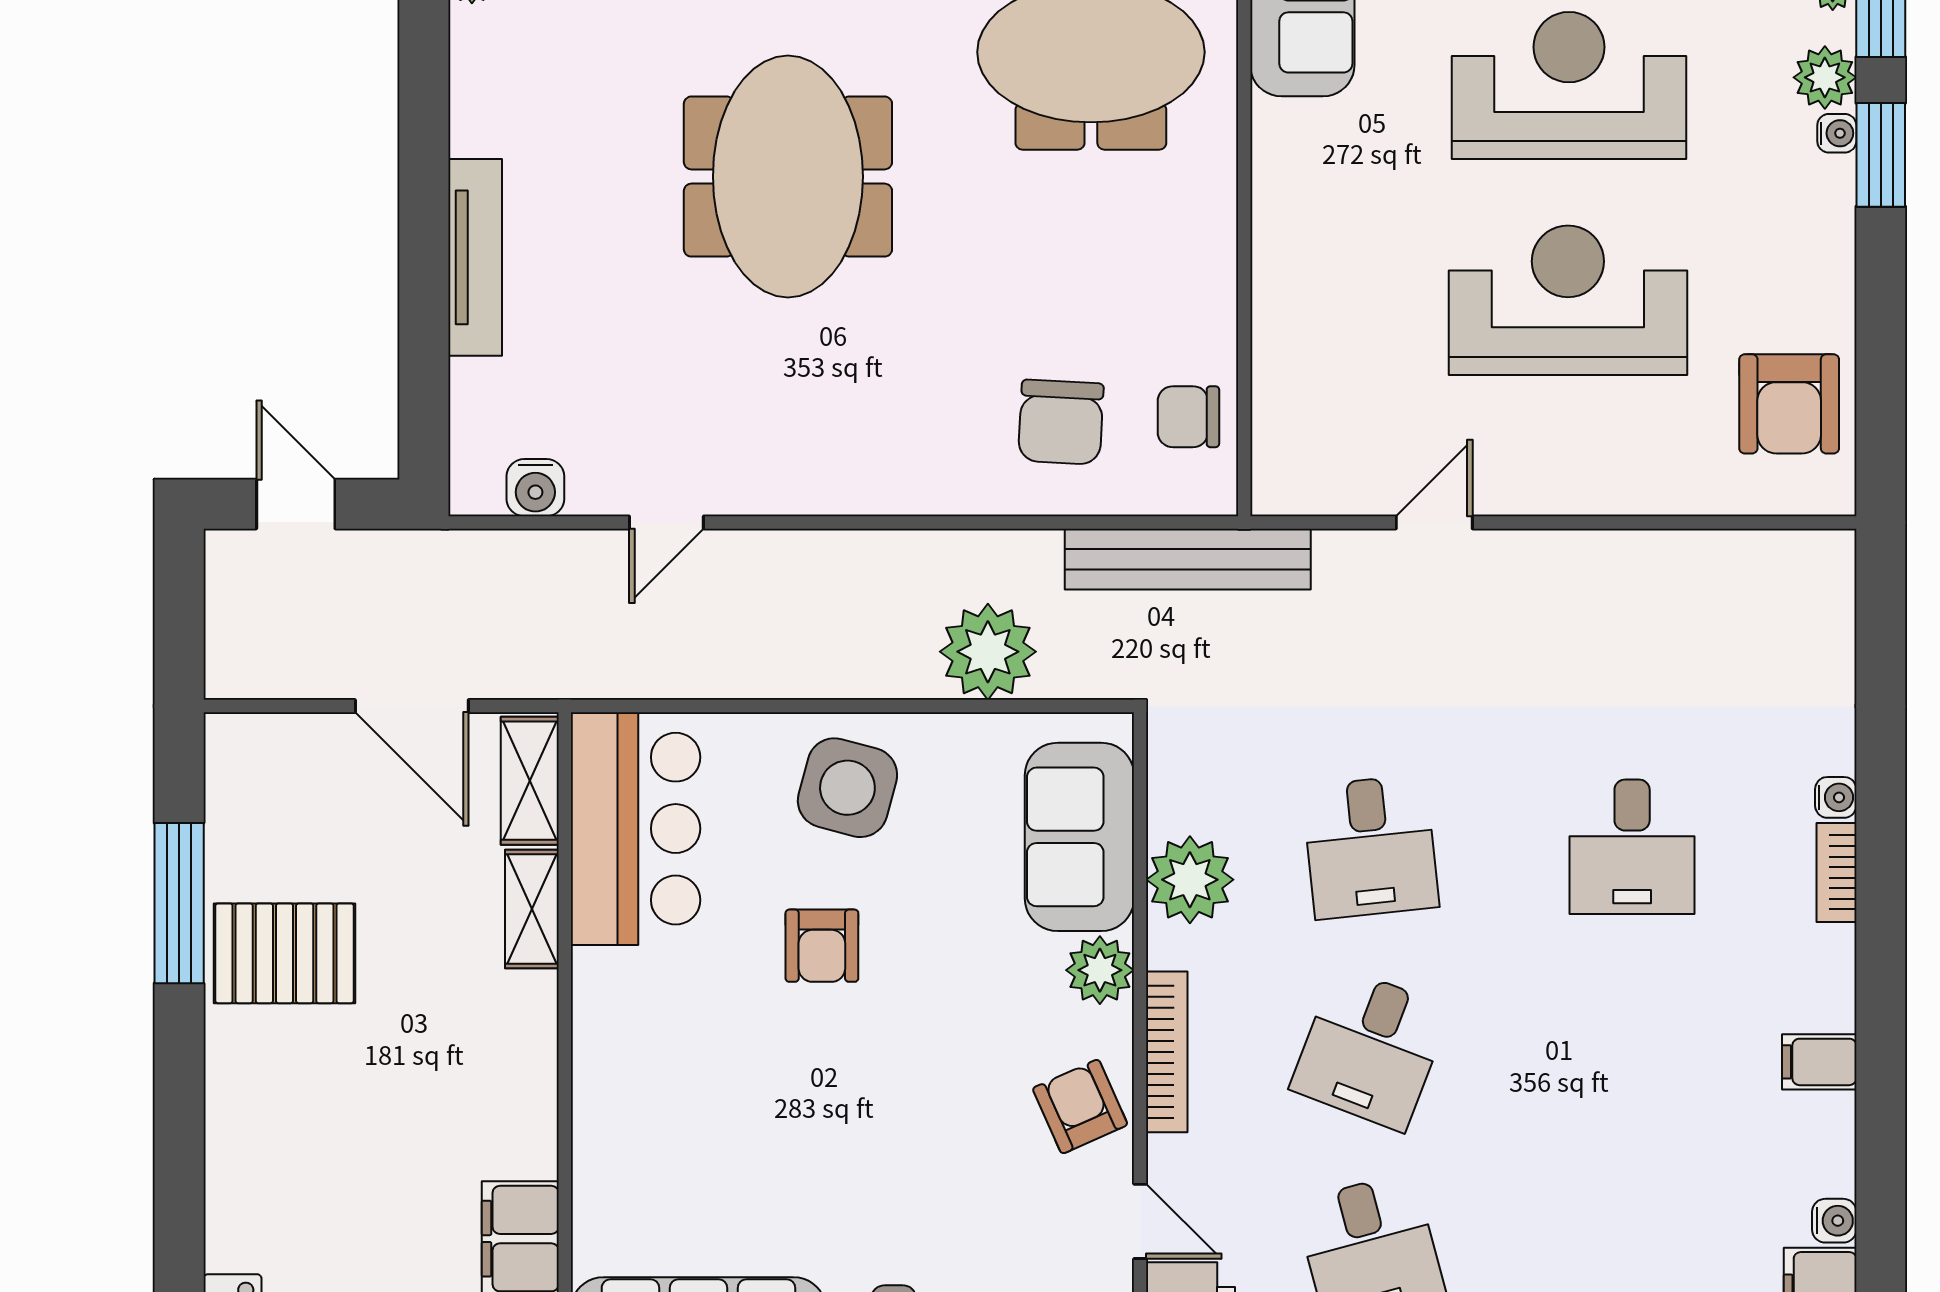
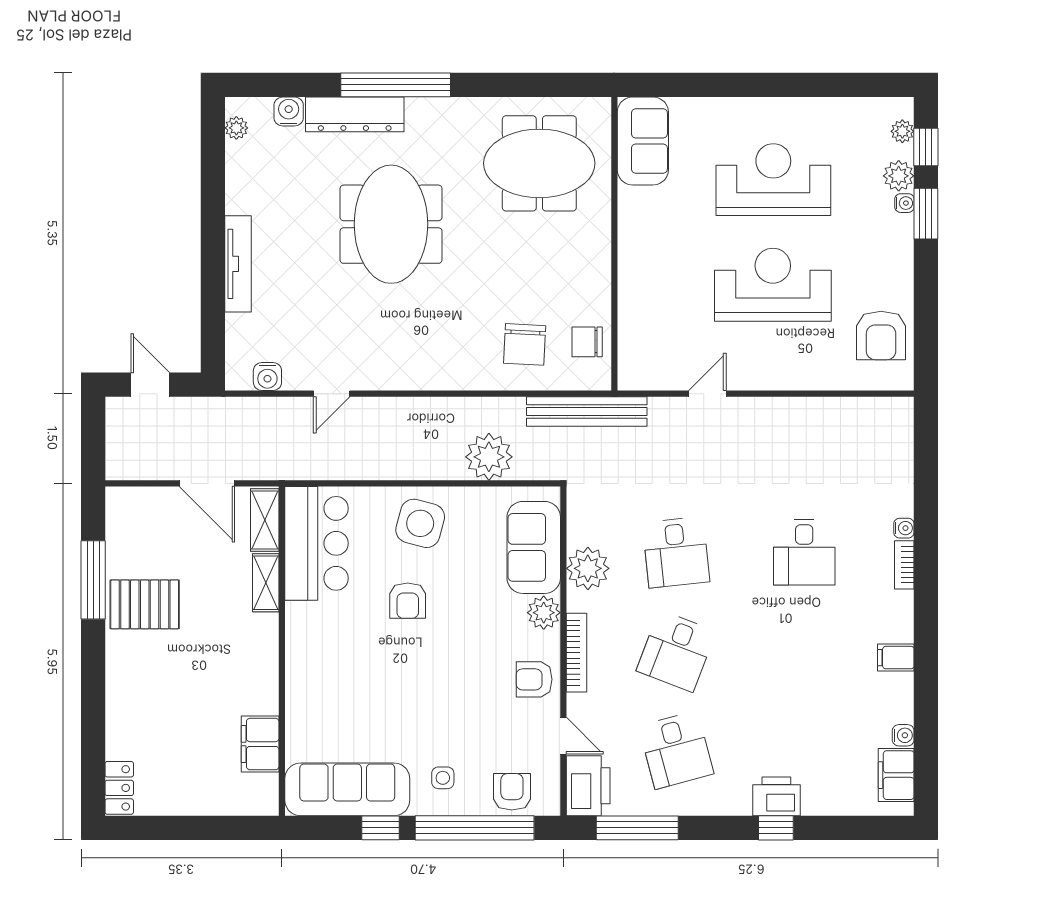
armchair: (1080, 1107) -> (534, 679), turned -66

